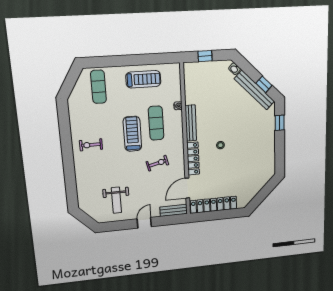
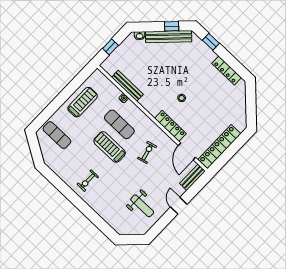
bench: (191, 123) -> (127, 86), moved
locker: (270, 154) -> (227, 70), added

